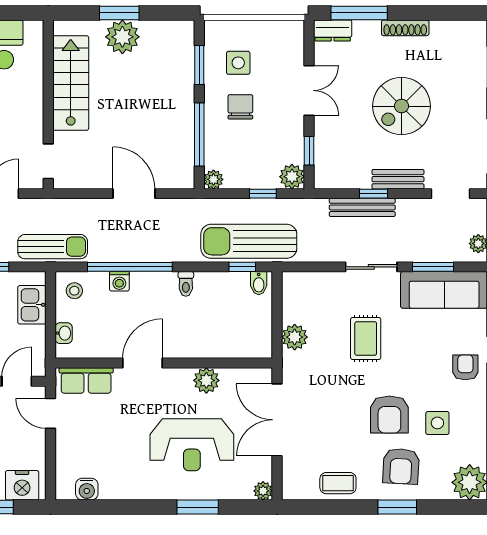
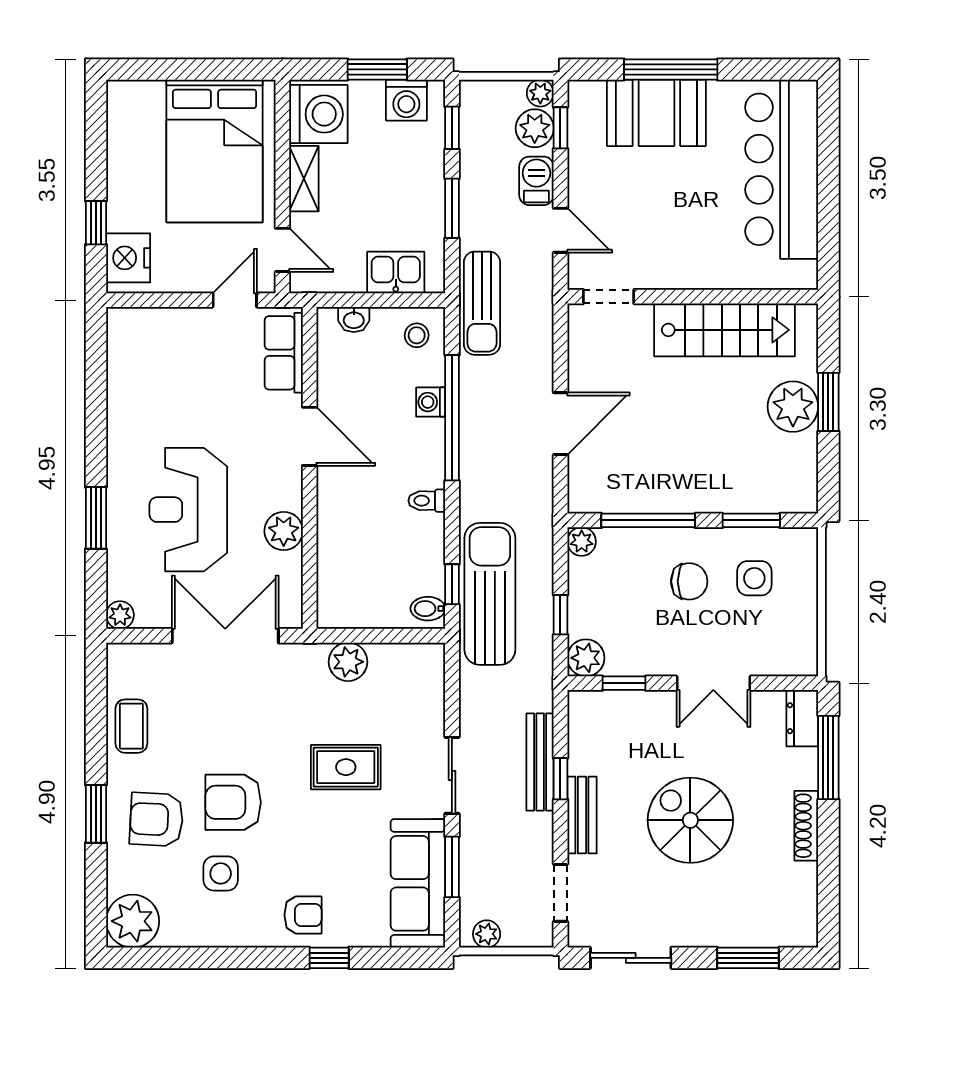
water cooler: (87, 489) -> (122, 354), removed

